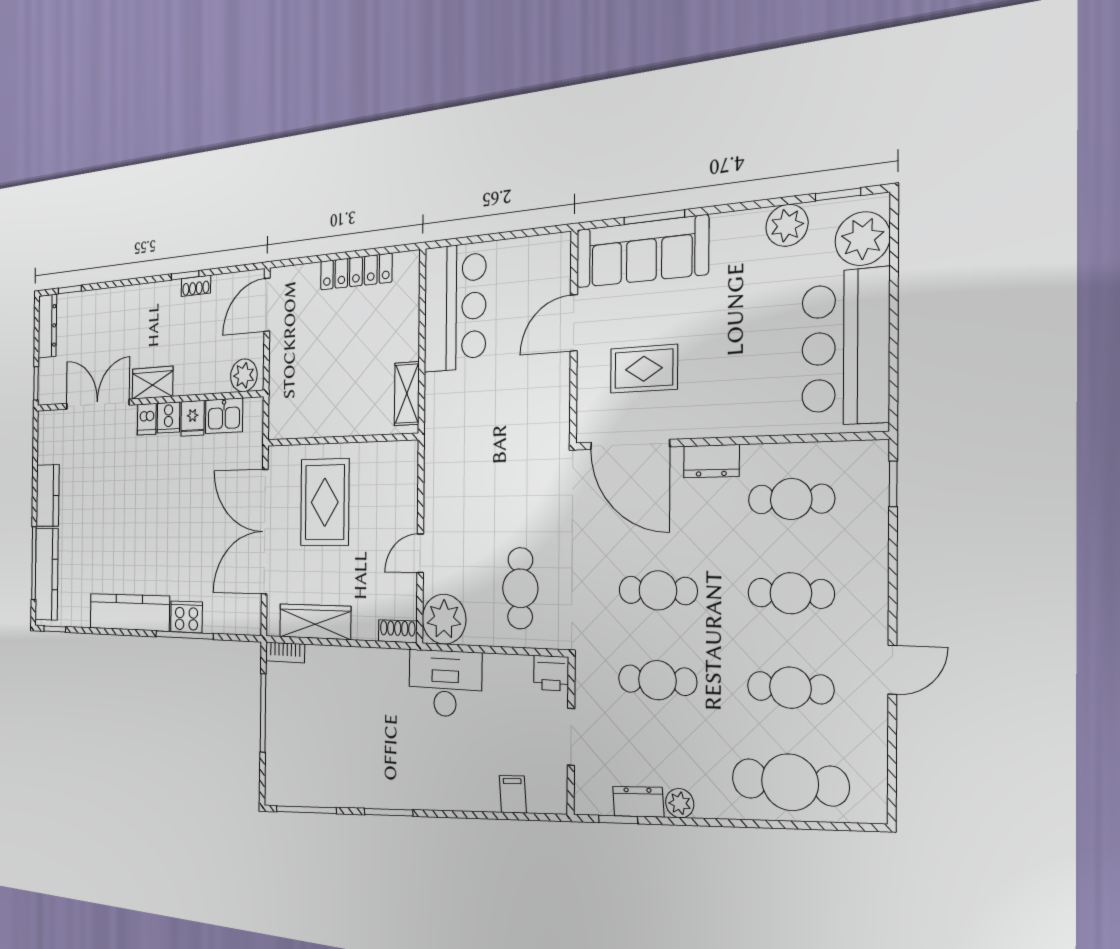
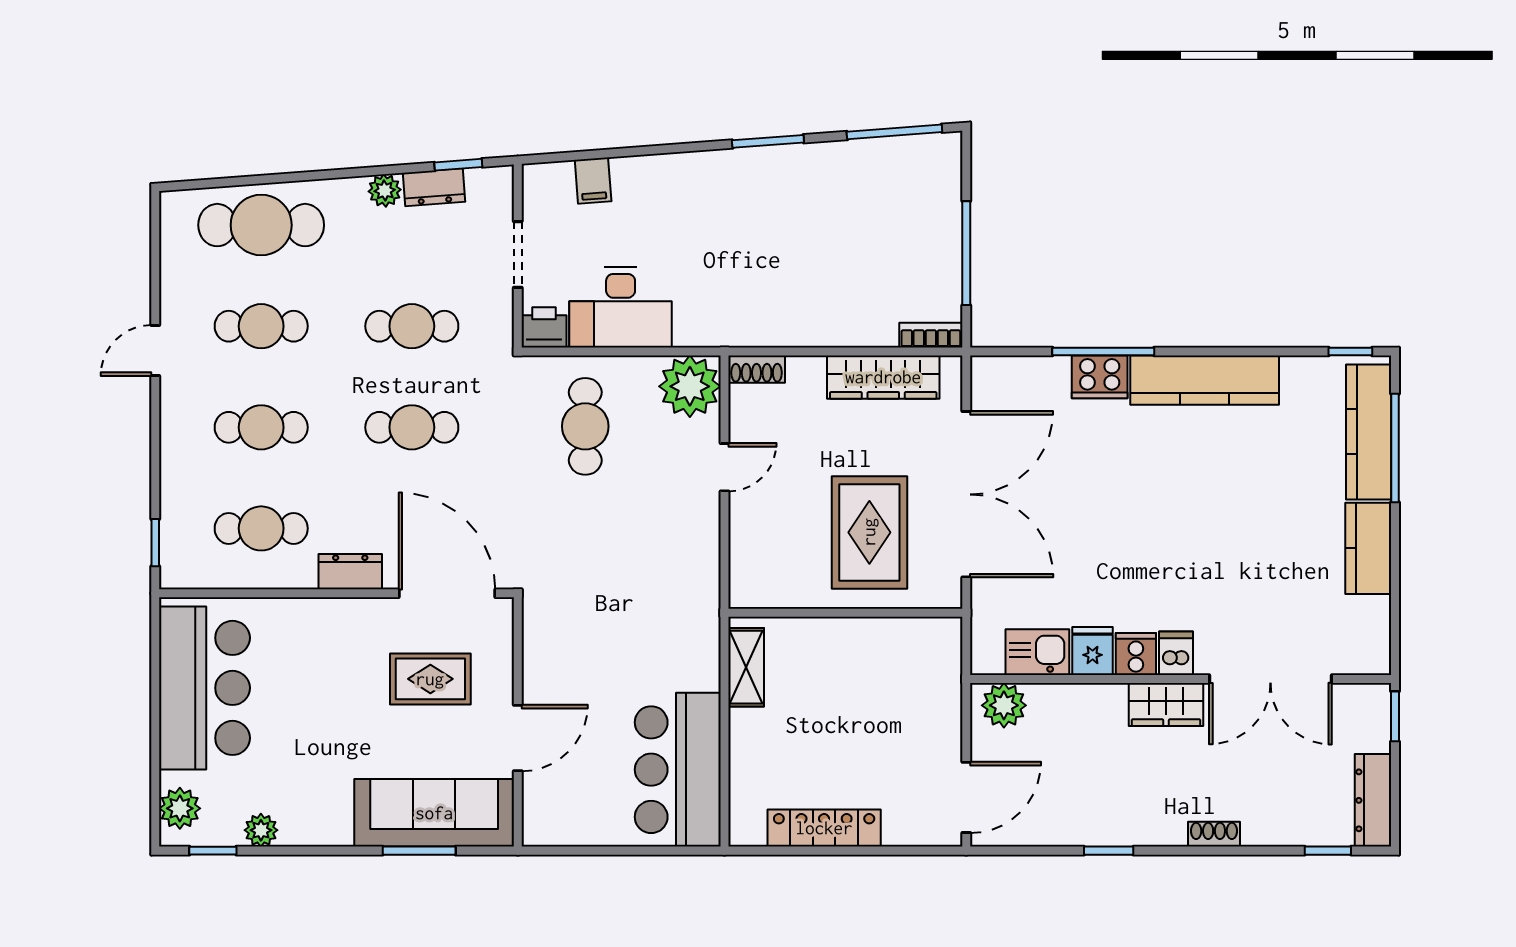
plant: (787, 225) -> (261, 830), width x0.73, depth x0.73
plant: (862, 239) -> (180, 808), width x0.73, depth x0.73
shoe rack: (196, 286) -> (1214, 834), moved
desk: (445, 683) -> (621, 308), moved

